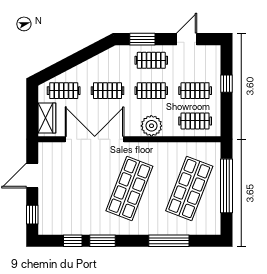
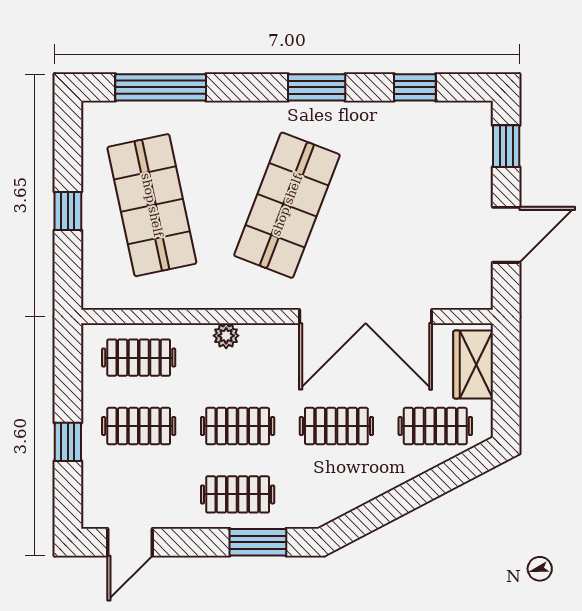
door: (187, 39) -> (130, 542), moved
plant: (151, 126) -> (226, 336), width x0.53, depth x0.53
window: (227, 186) -> (68, 211), width x0.32
shop shelf: (189, 188) -> (152, 205), turned -33
window: (103, 241) -> (317, 87), moved
window: (169, 241) -> (161, 87), moved

